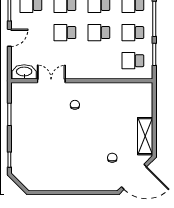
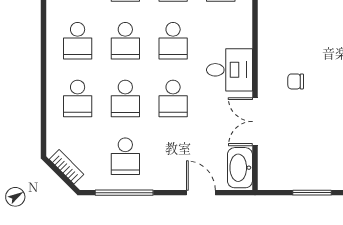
door: (9, 38) -> (201, 193), moved
desk: (82, 66) -> (229, 70), added

